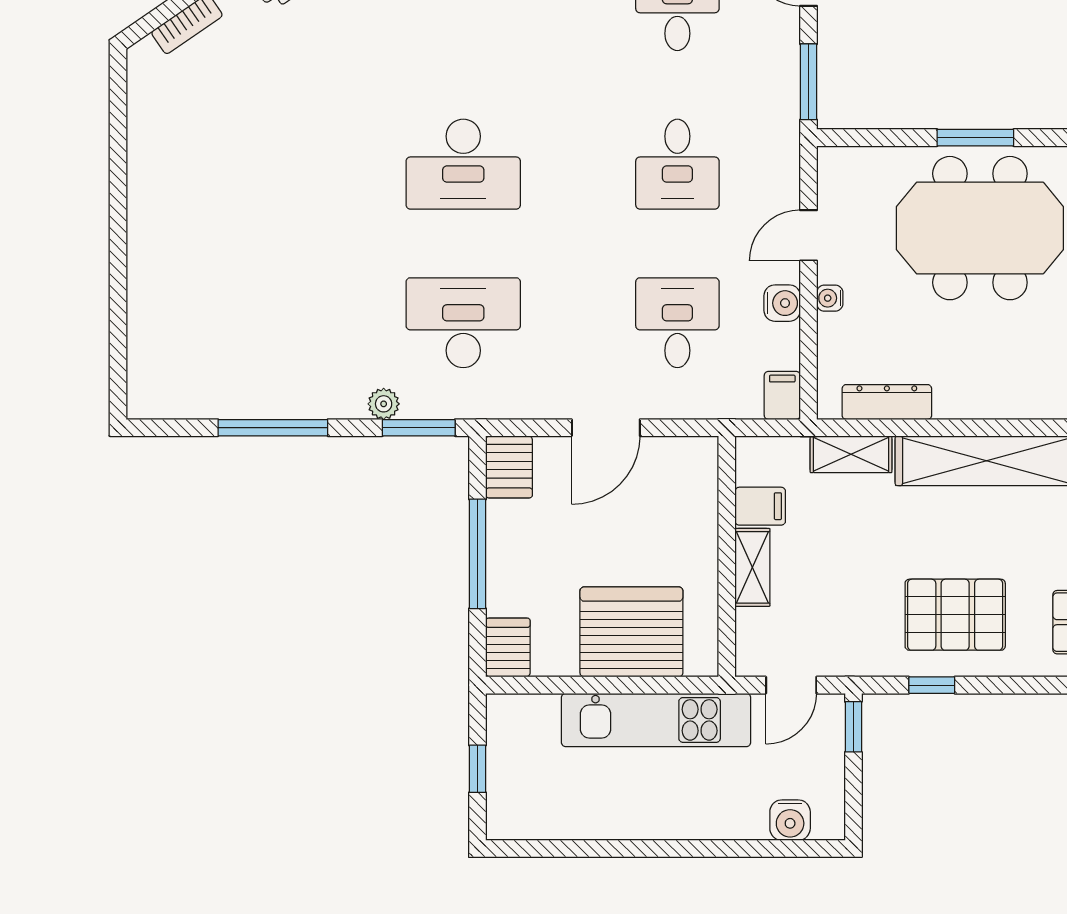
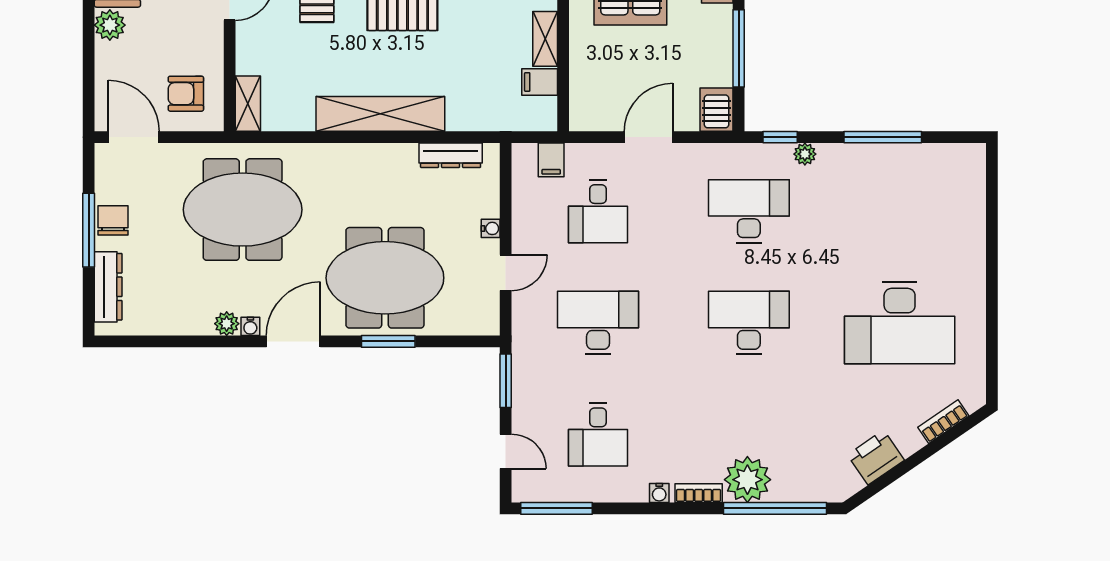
desk: (249, 164) -> (900, 323), added
desk: (677, 164) -> (598, 323), width x1.37
water cooler: (782, 303) -> (524, 225), removed
desk: (463, 323) -> (749, 211), turned 180
filing cabinet: (782, 395) -> (551, 160), moved
window: (419, 428) -> (780, 137), width x0.67
shelving: (851, 454) -> (476, 119), removed

